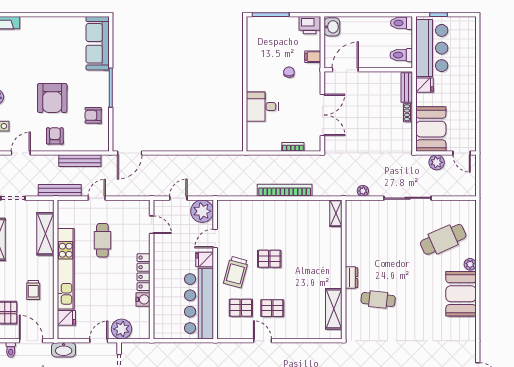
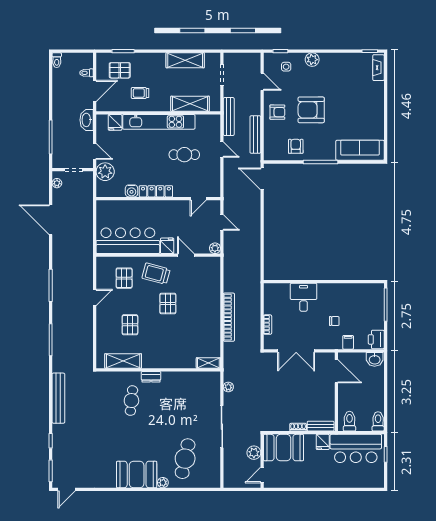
plant: (202, 211) -> (215, 248), width x0.53, depth x0.53
cafe table: (443, 239) -> (185, 459), turned 36
pallet: (272, 308) -> (130, 325), moved

